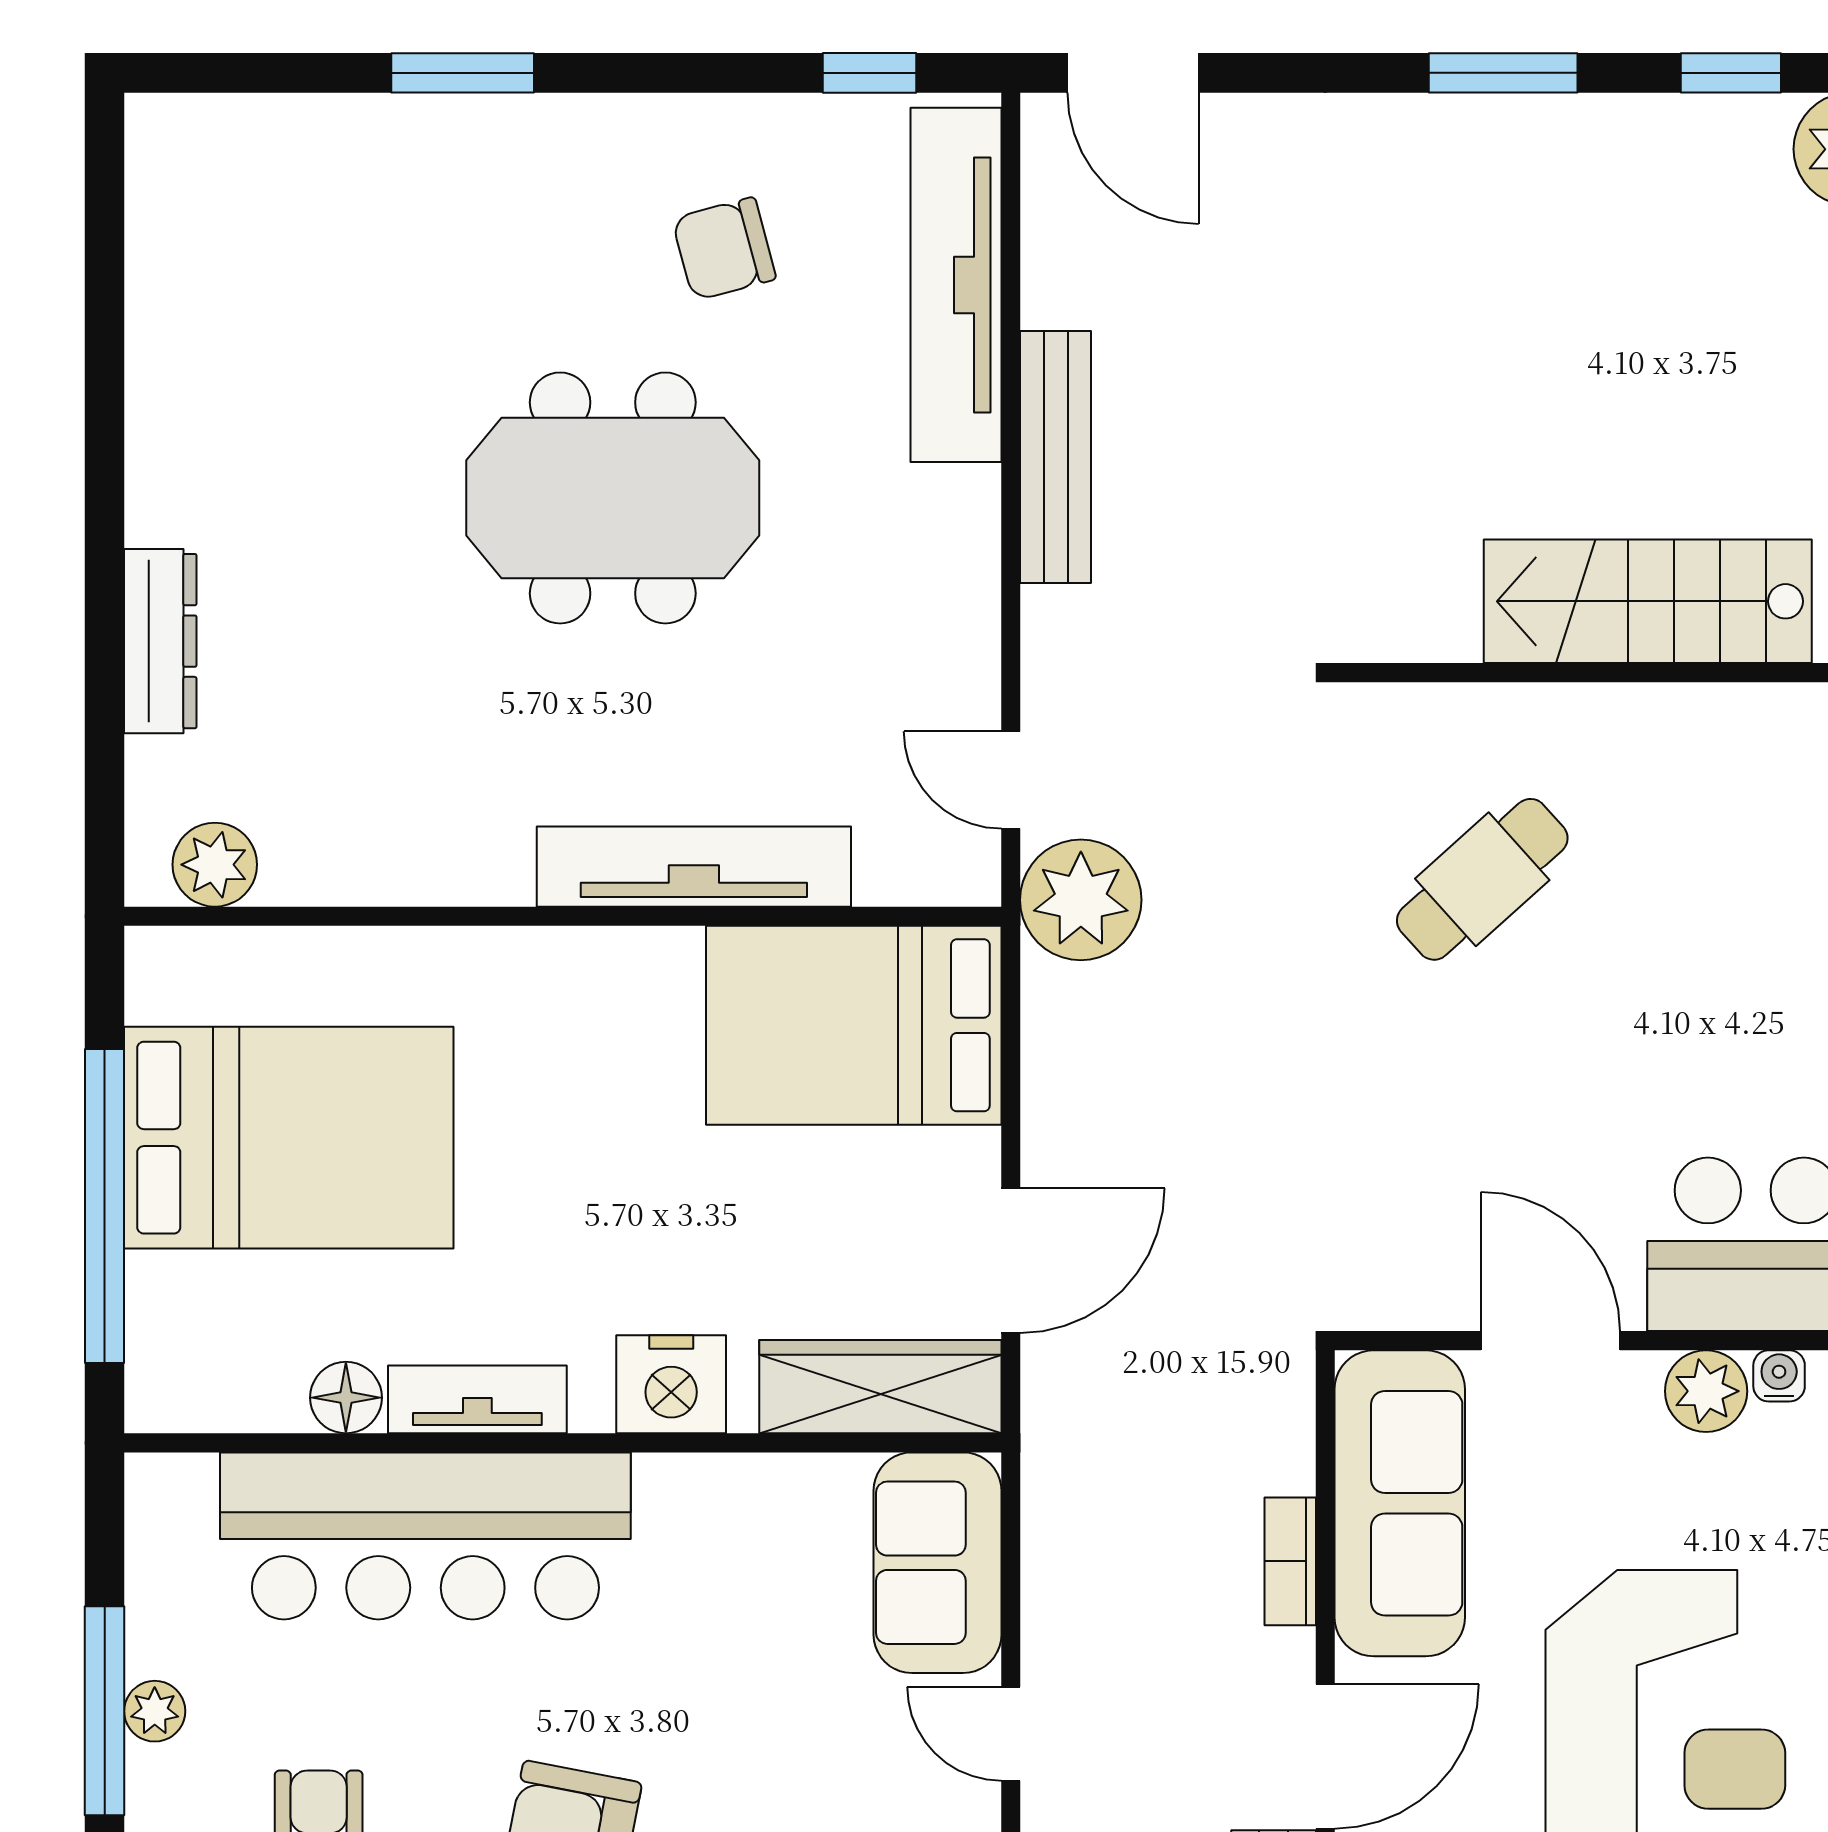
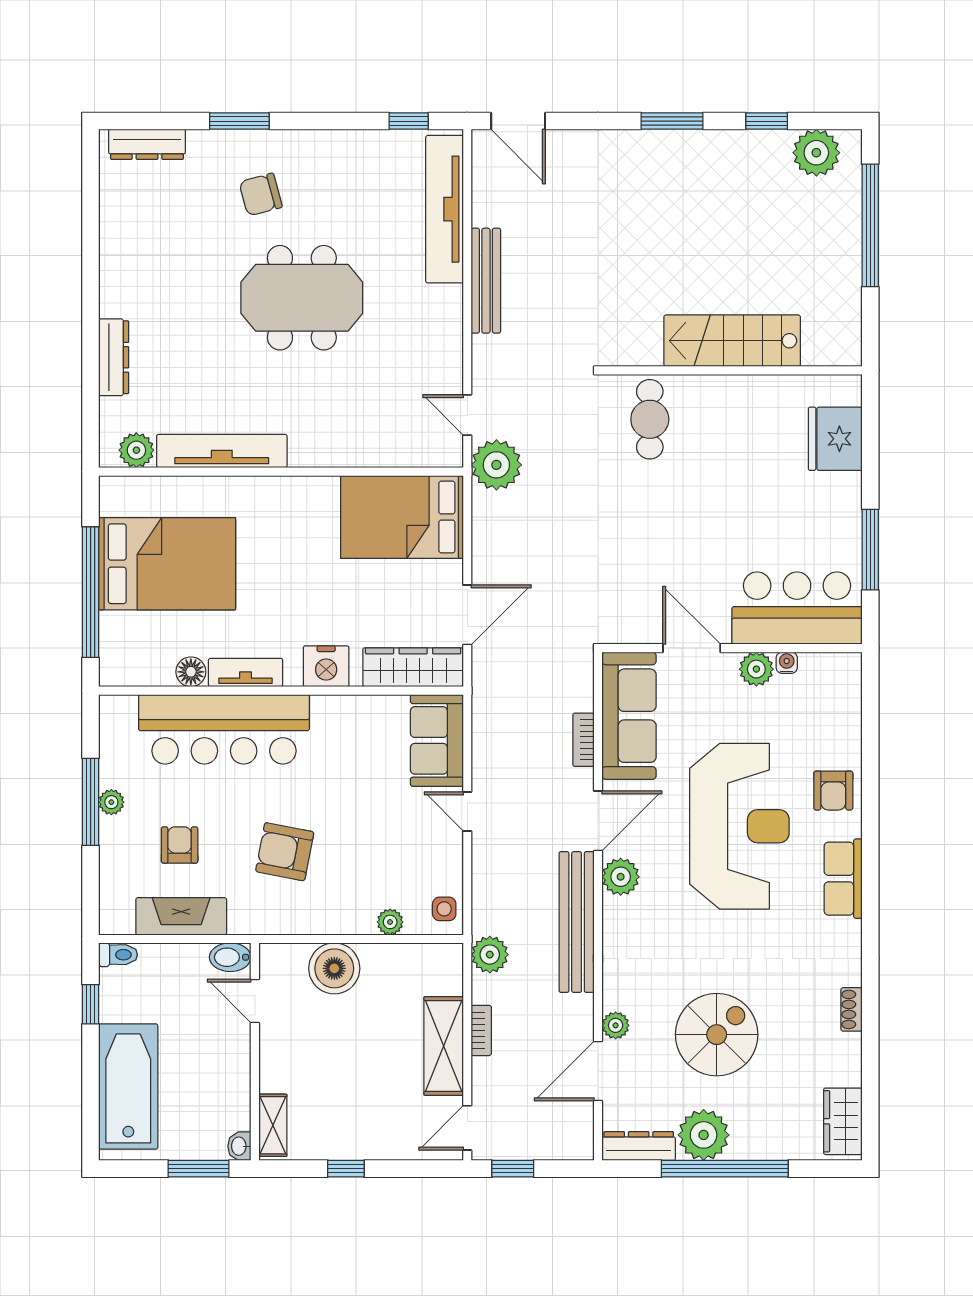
dresser: (240, 129) -> (147, 144), added
chair: (724, 249) -> (261, 195), moved
tv unit: (694, 867) -> (222, 451), moved
cafe table: (1482, 879) -> (650, 419), moved, turned -48

